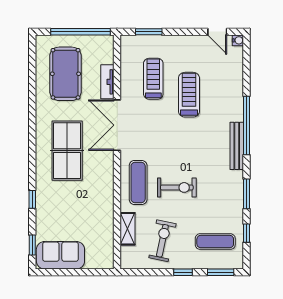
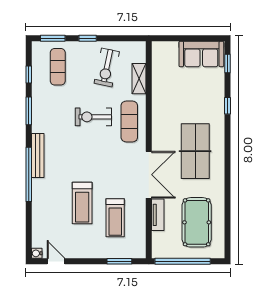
exercise mat: (215, 242) -> (58, 67), turned 90

